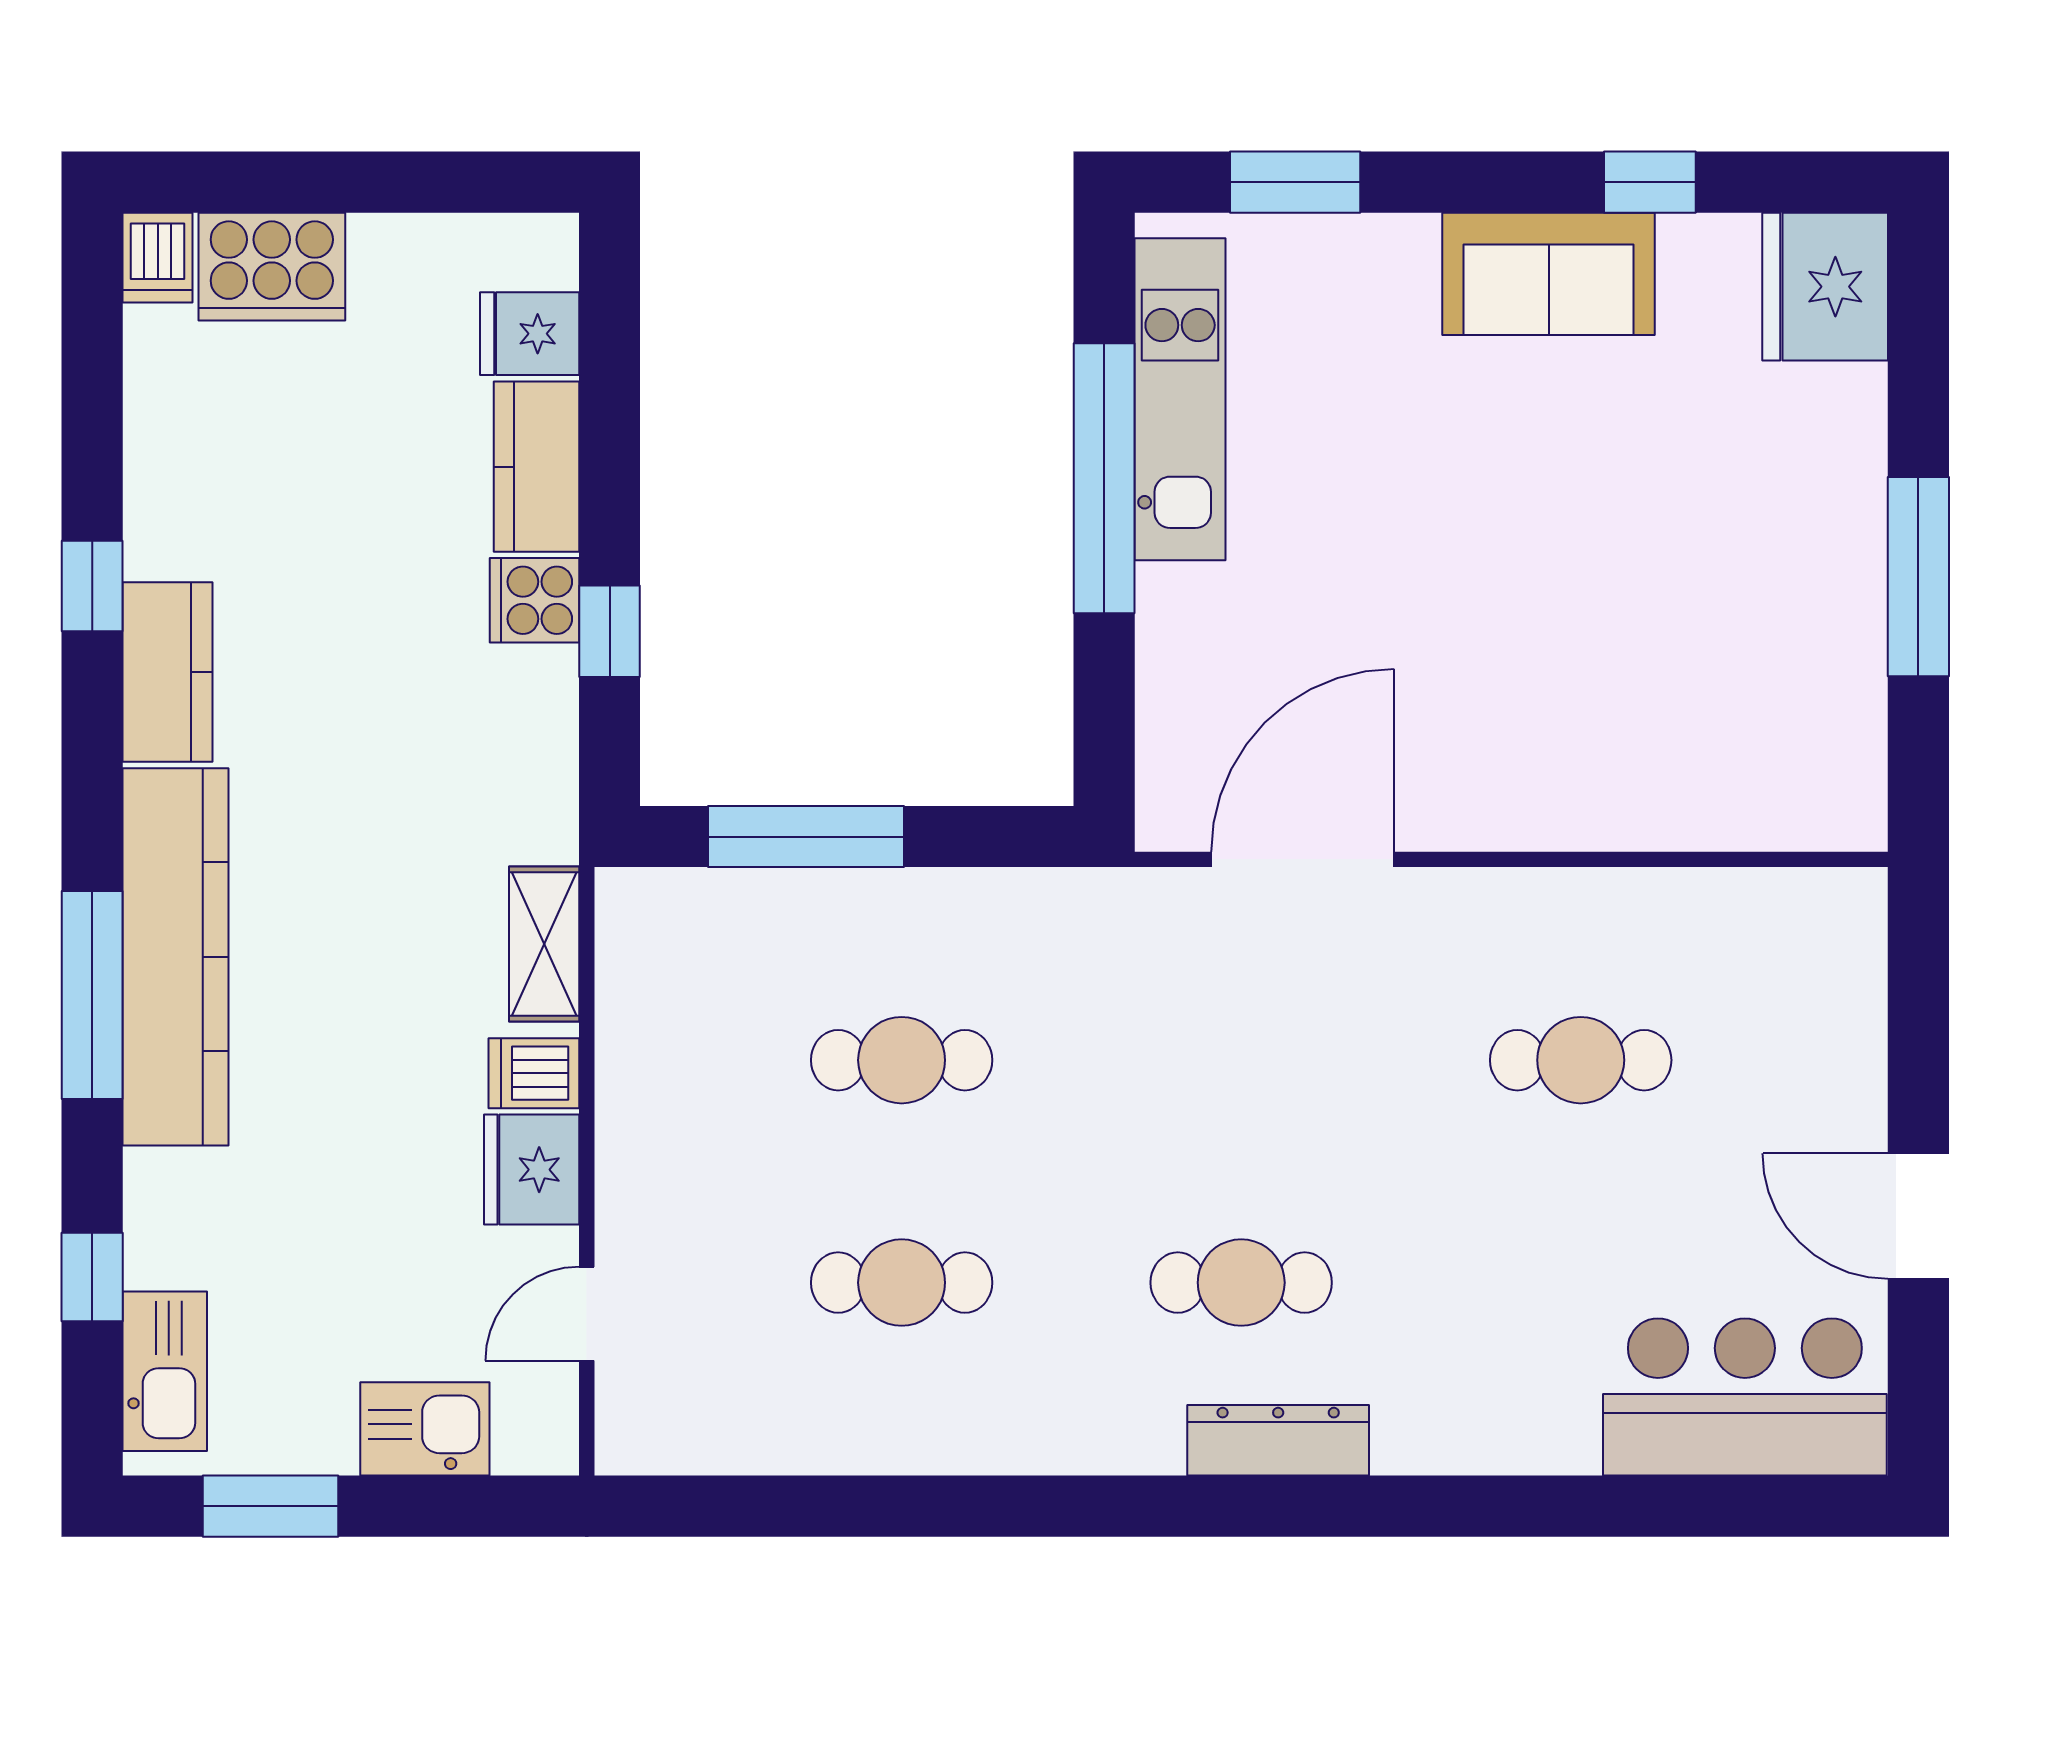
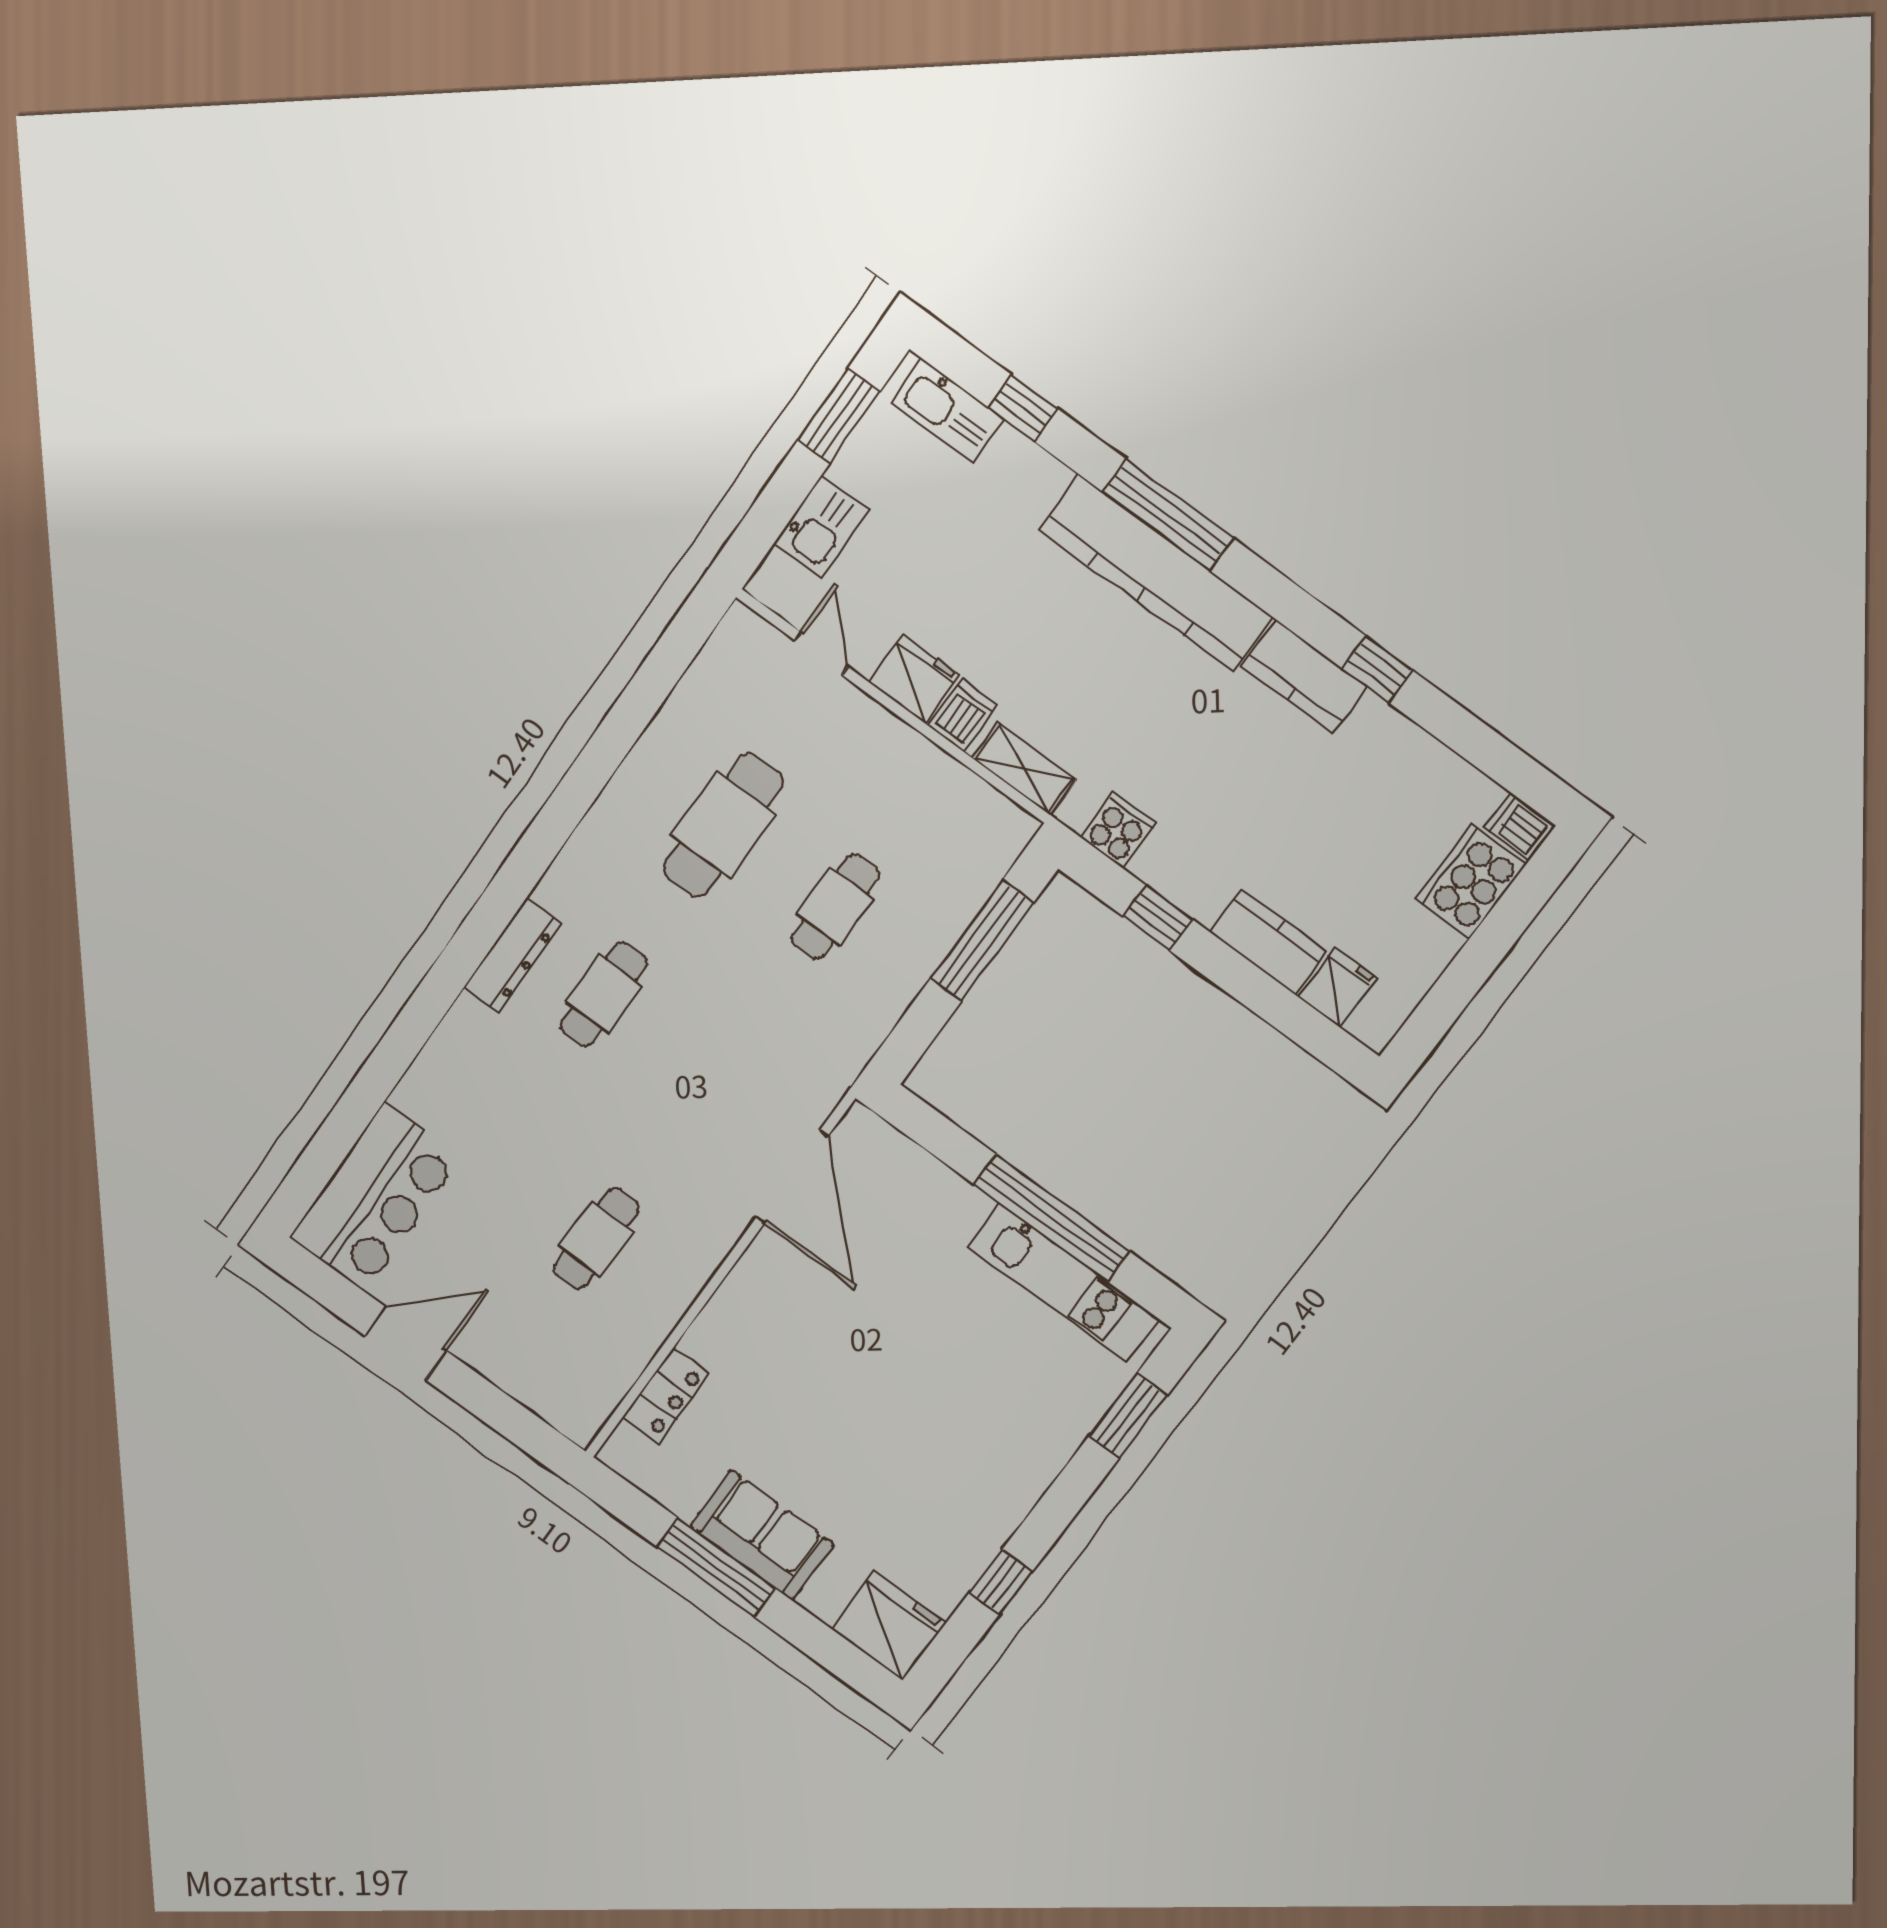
sofa: (1549, 274) -> (762, 1535), moved, turned 90
cooker: (535, 600) -> (1118, 830), moved
locker: (1728, 814) -> (666, 1396), added
cafe table: (902, 1283) -> (723, 825), width x1.37, depth x1.35

